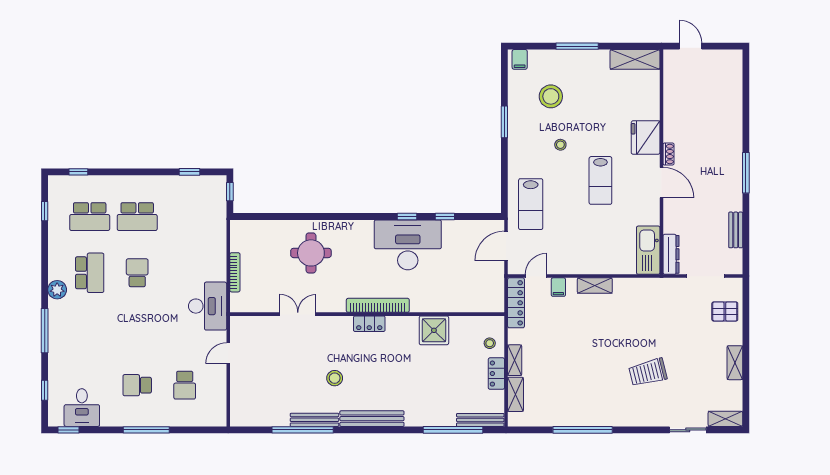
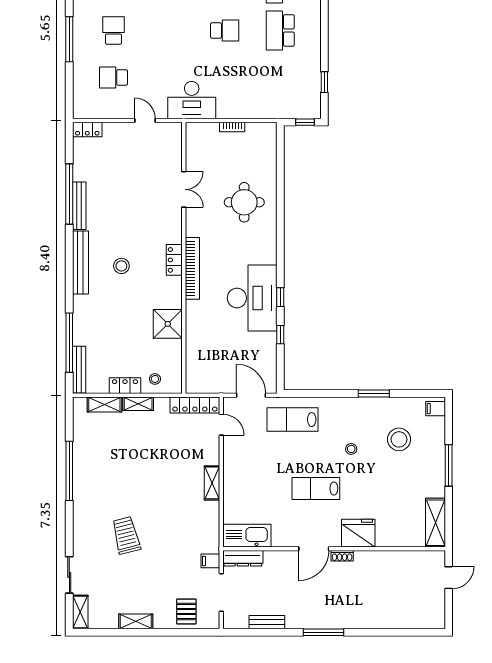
bookcase: (235, 272) -> (232, 127), width x0.64
filing cabinet: (558, 287) -> (210, 561), moved
stool: (335, 378) -> (121, 266), moved
locker: (237, 412) -> (87, 129), added

